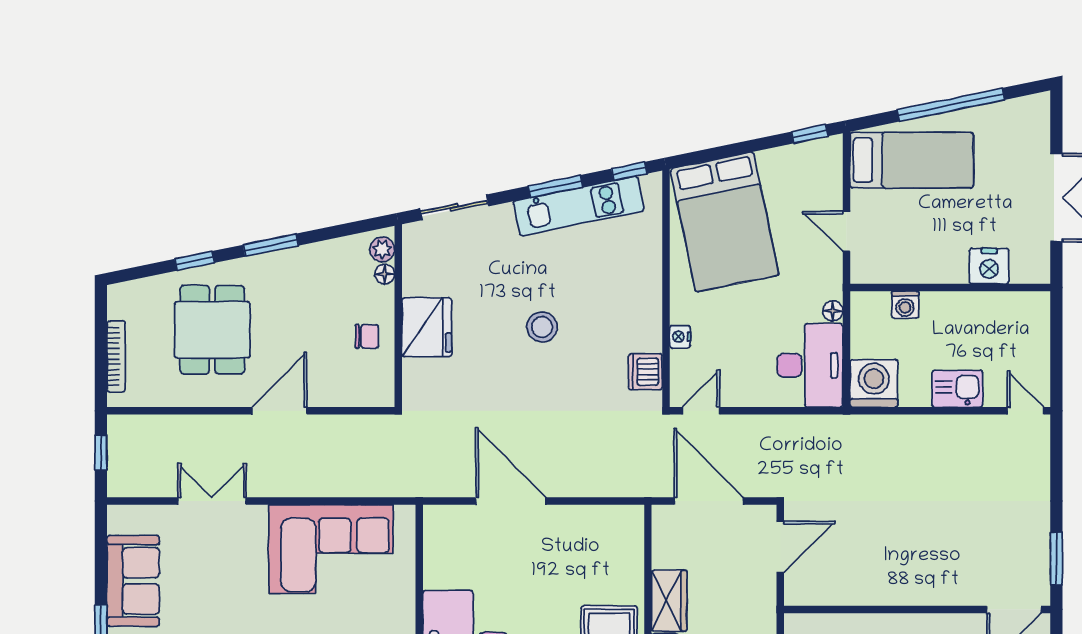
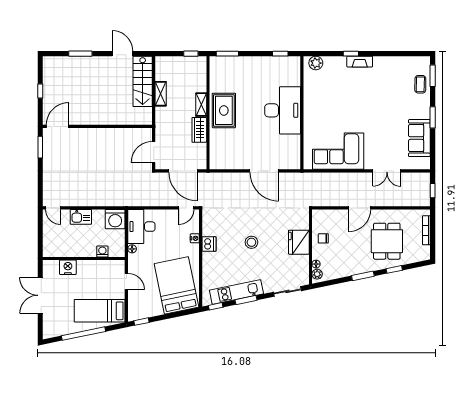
dishwasher: (645, 372) -> (209, 244), moved

